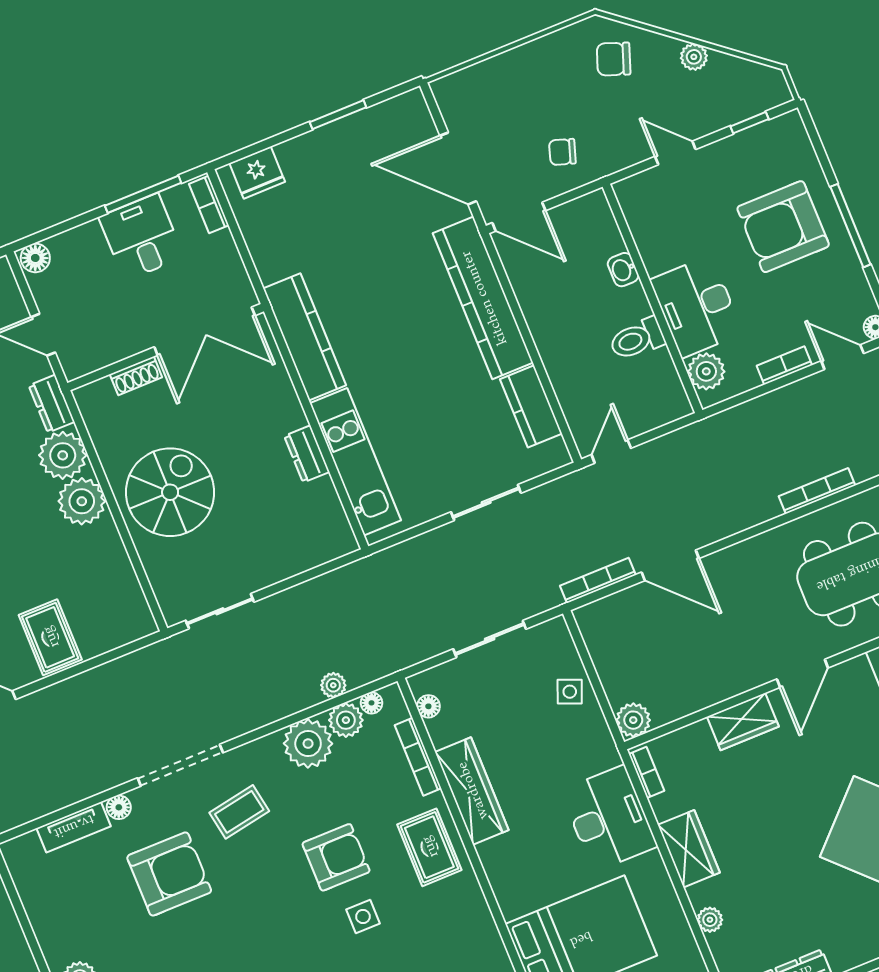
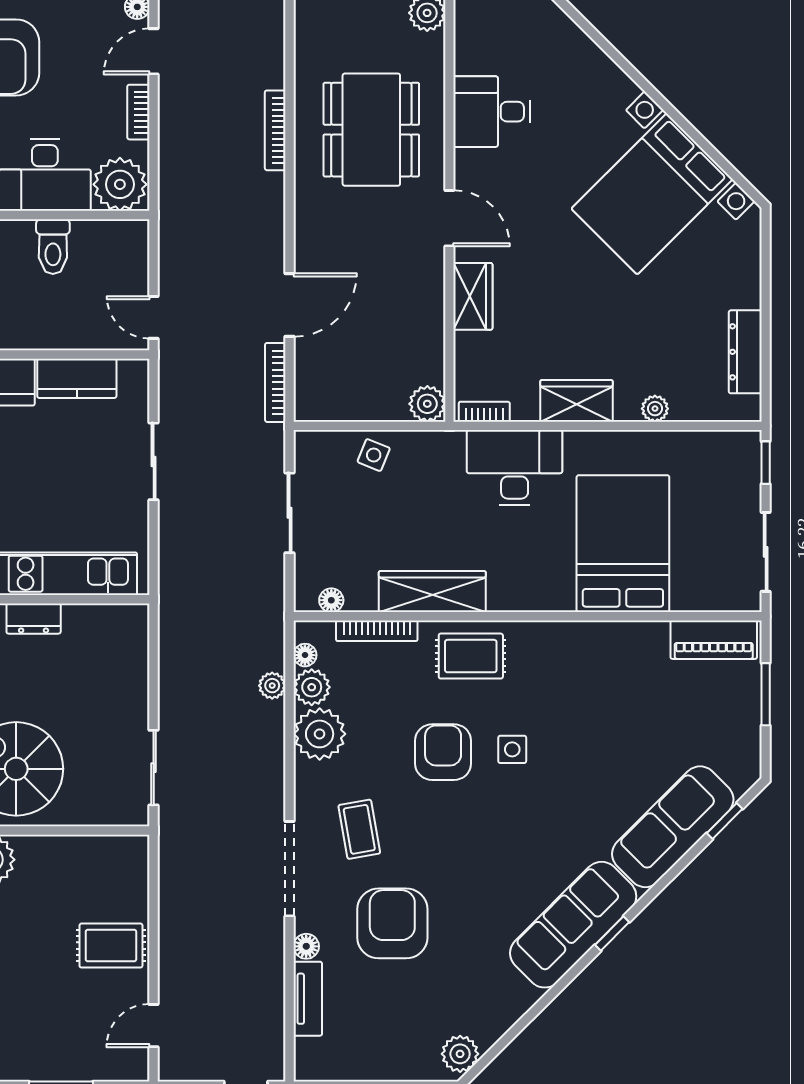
plant: (706, 371) -> (120, 184), width x1.36, depth x1.36

